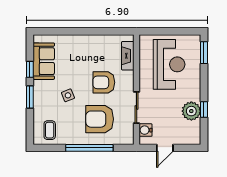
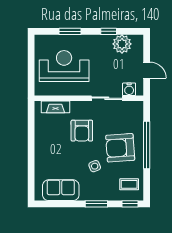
window: (204, 53) -> (70, 31), moved
window: (30, 69) -> (130, 204), moved
plant: (191, 111) -> (122, 44), moved
armchair: (100, 119) -> (120, 148), moved, turned 86

